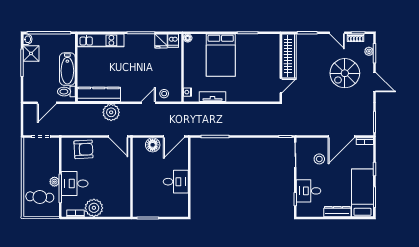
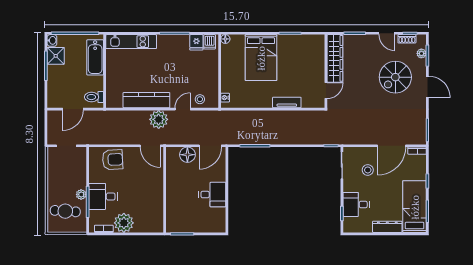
bathtub: (67, 69) -> (95, 57), moved
kitchen counter: (99, 94) -> (146, 100), moved
tv unit: (213, 97) -> (287, 102), moved
plant: (111, 112) -> (159, 119), moved

